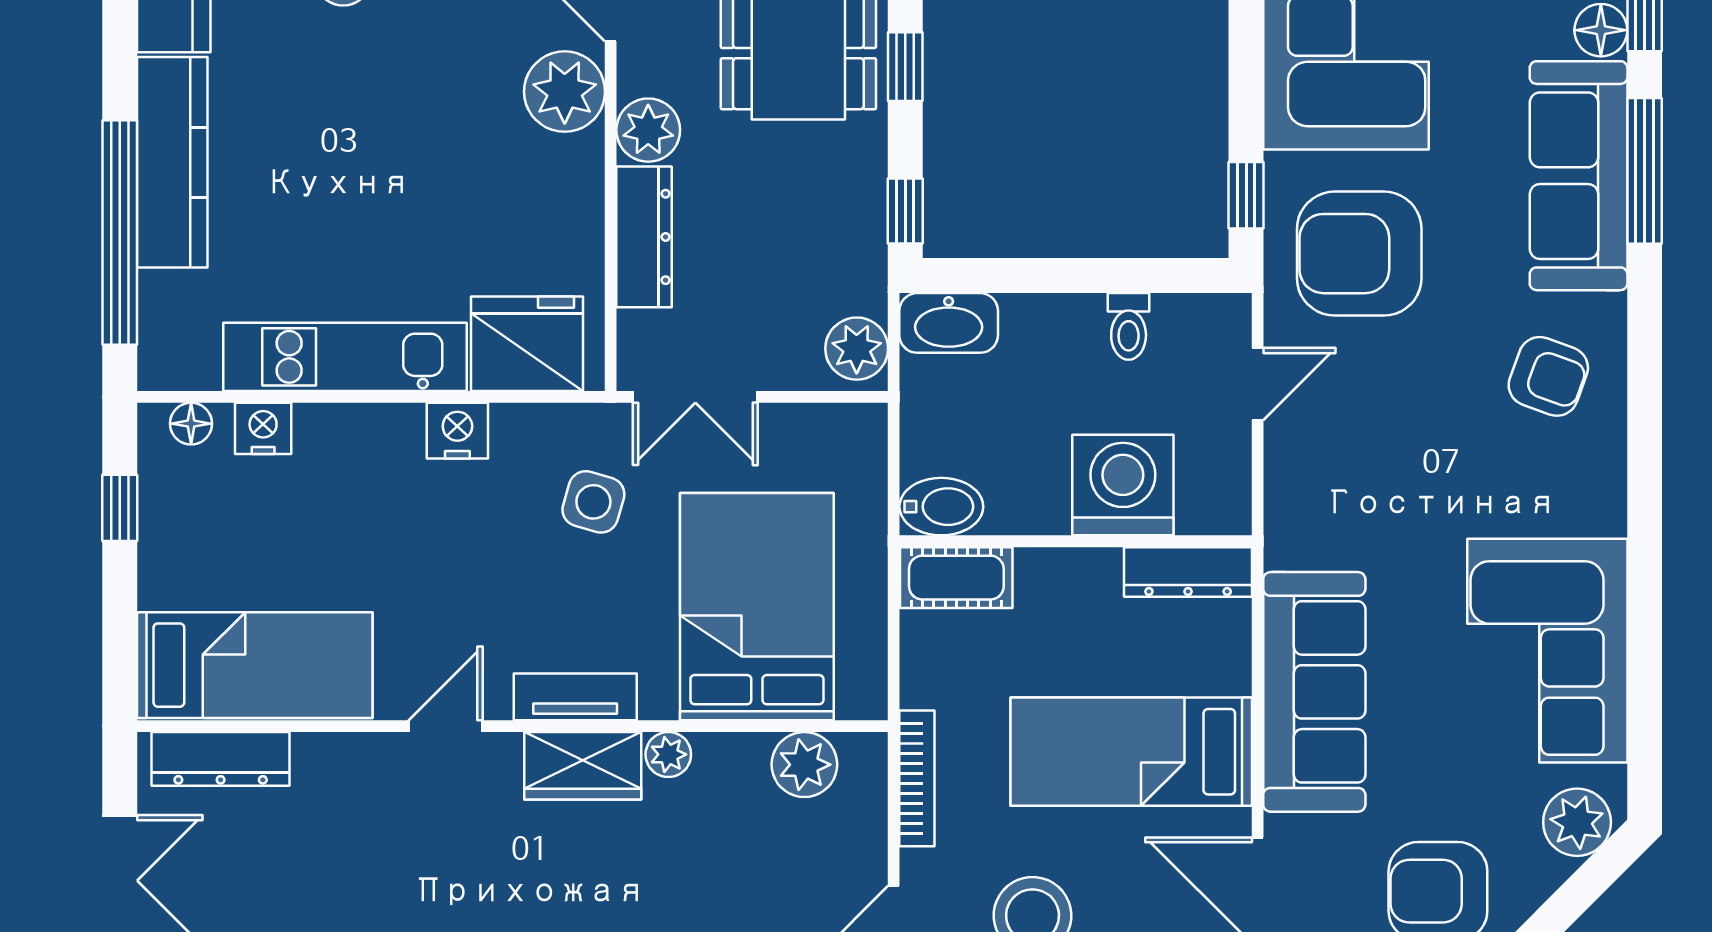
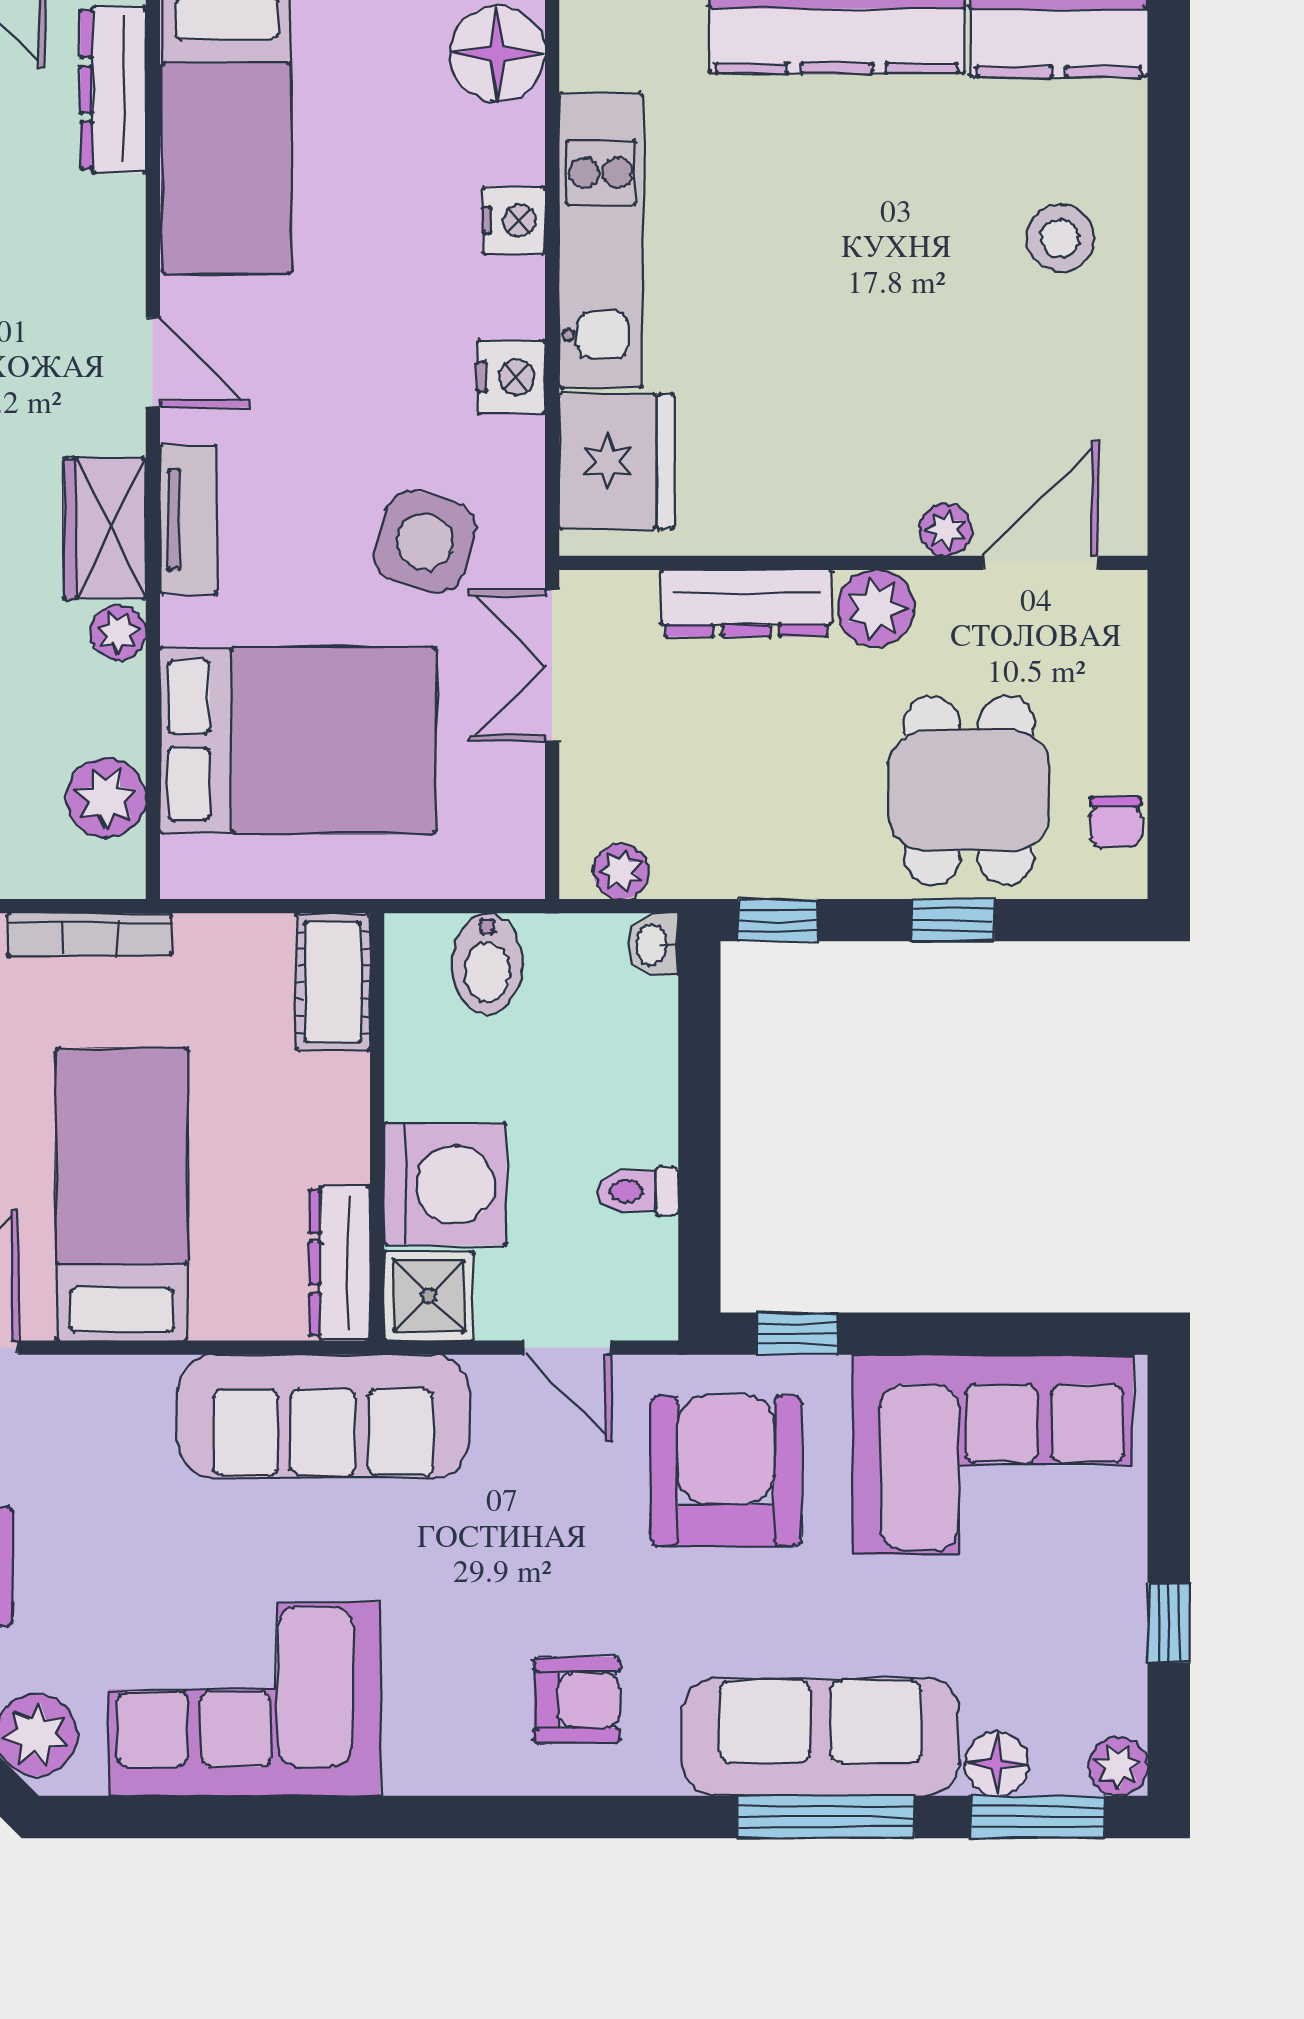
plant: (565, 92) -> (945, 530), width x0.53, depth x0.53
washbasin: (949, 323) -> (653, 944), width x0.52, depth x0.69
plant: (857, 349) -> (621, 872), width x0.73, depth x0.73
armchair: (1548, 376) -> (577, 1700), turned -110
floor lamp: (191, 424) -> (497, 54), width x1.89, depth x1.89
nightstand: (263, 428) -> (514, 220), moved
shower: (1215, 499) -> (429, 1296), added
side table: (593, 502) -> (425, 542), width x1.37, depth x1.37
bidet: (941, 507) -> (487, 964), moved
sofa: (1314, 692) -> (323, 1416), moved

